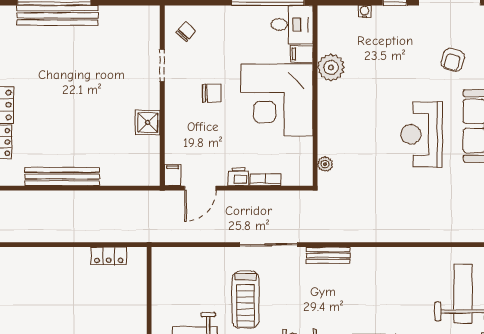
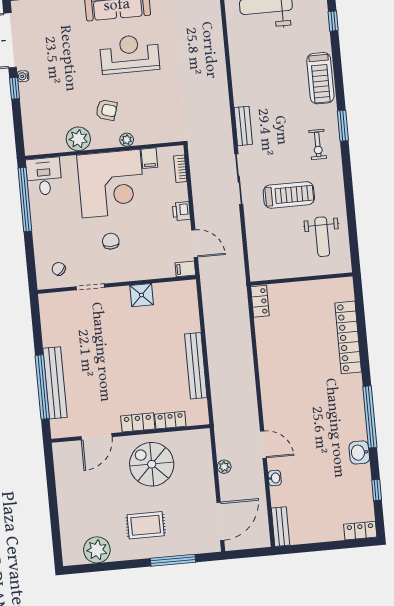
water cooler: (365, 12) -> (23, 76), moved
filing cabinet: (302, 54) -> (149, 158), moved
armchair: (453, 60) -> (106, 110), moved
reception desk: (422, 134) -> (130, 54), turned 180
plant: (325, 164) -> (127, 140), moved
bookcase: (266, 180) -> (180, 169), moved
locker: (109, 256) -> (260, 301), moved

